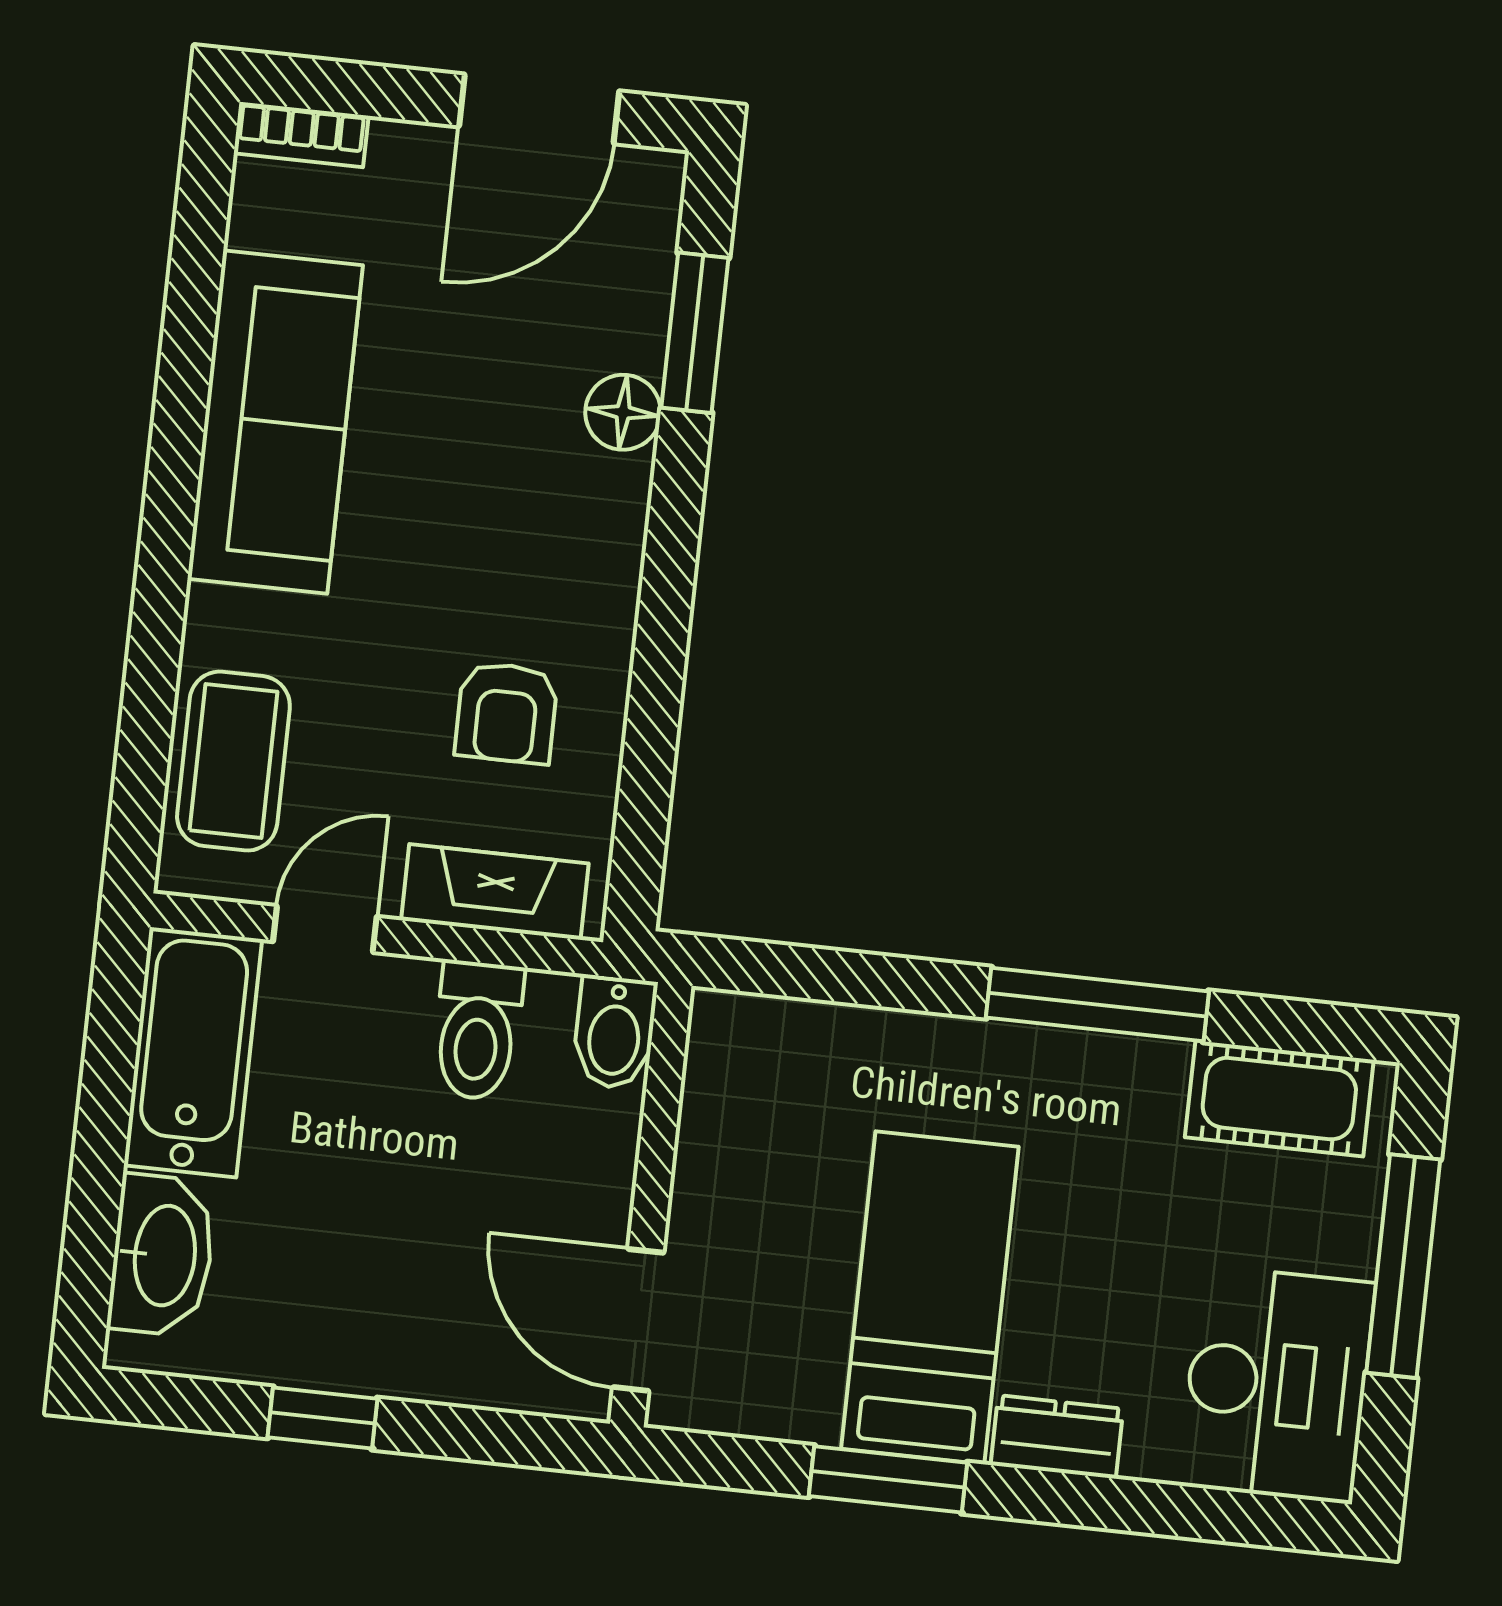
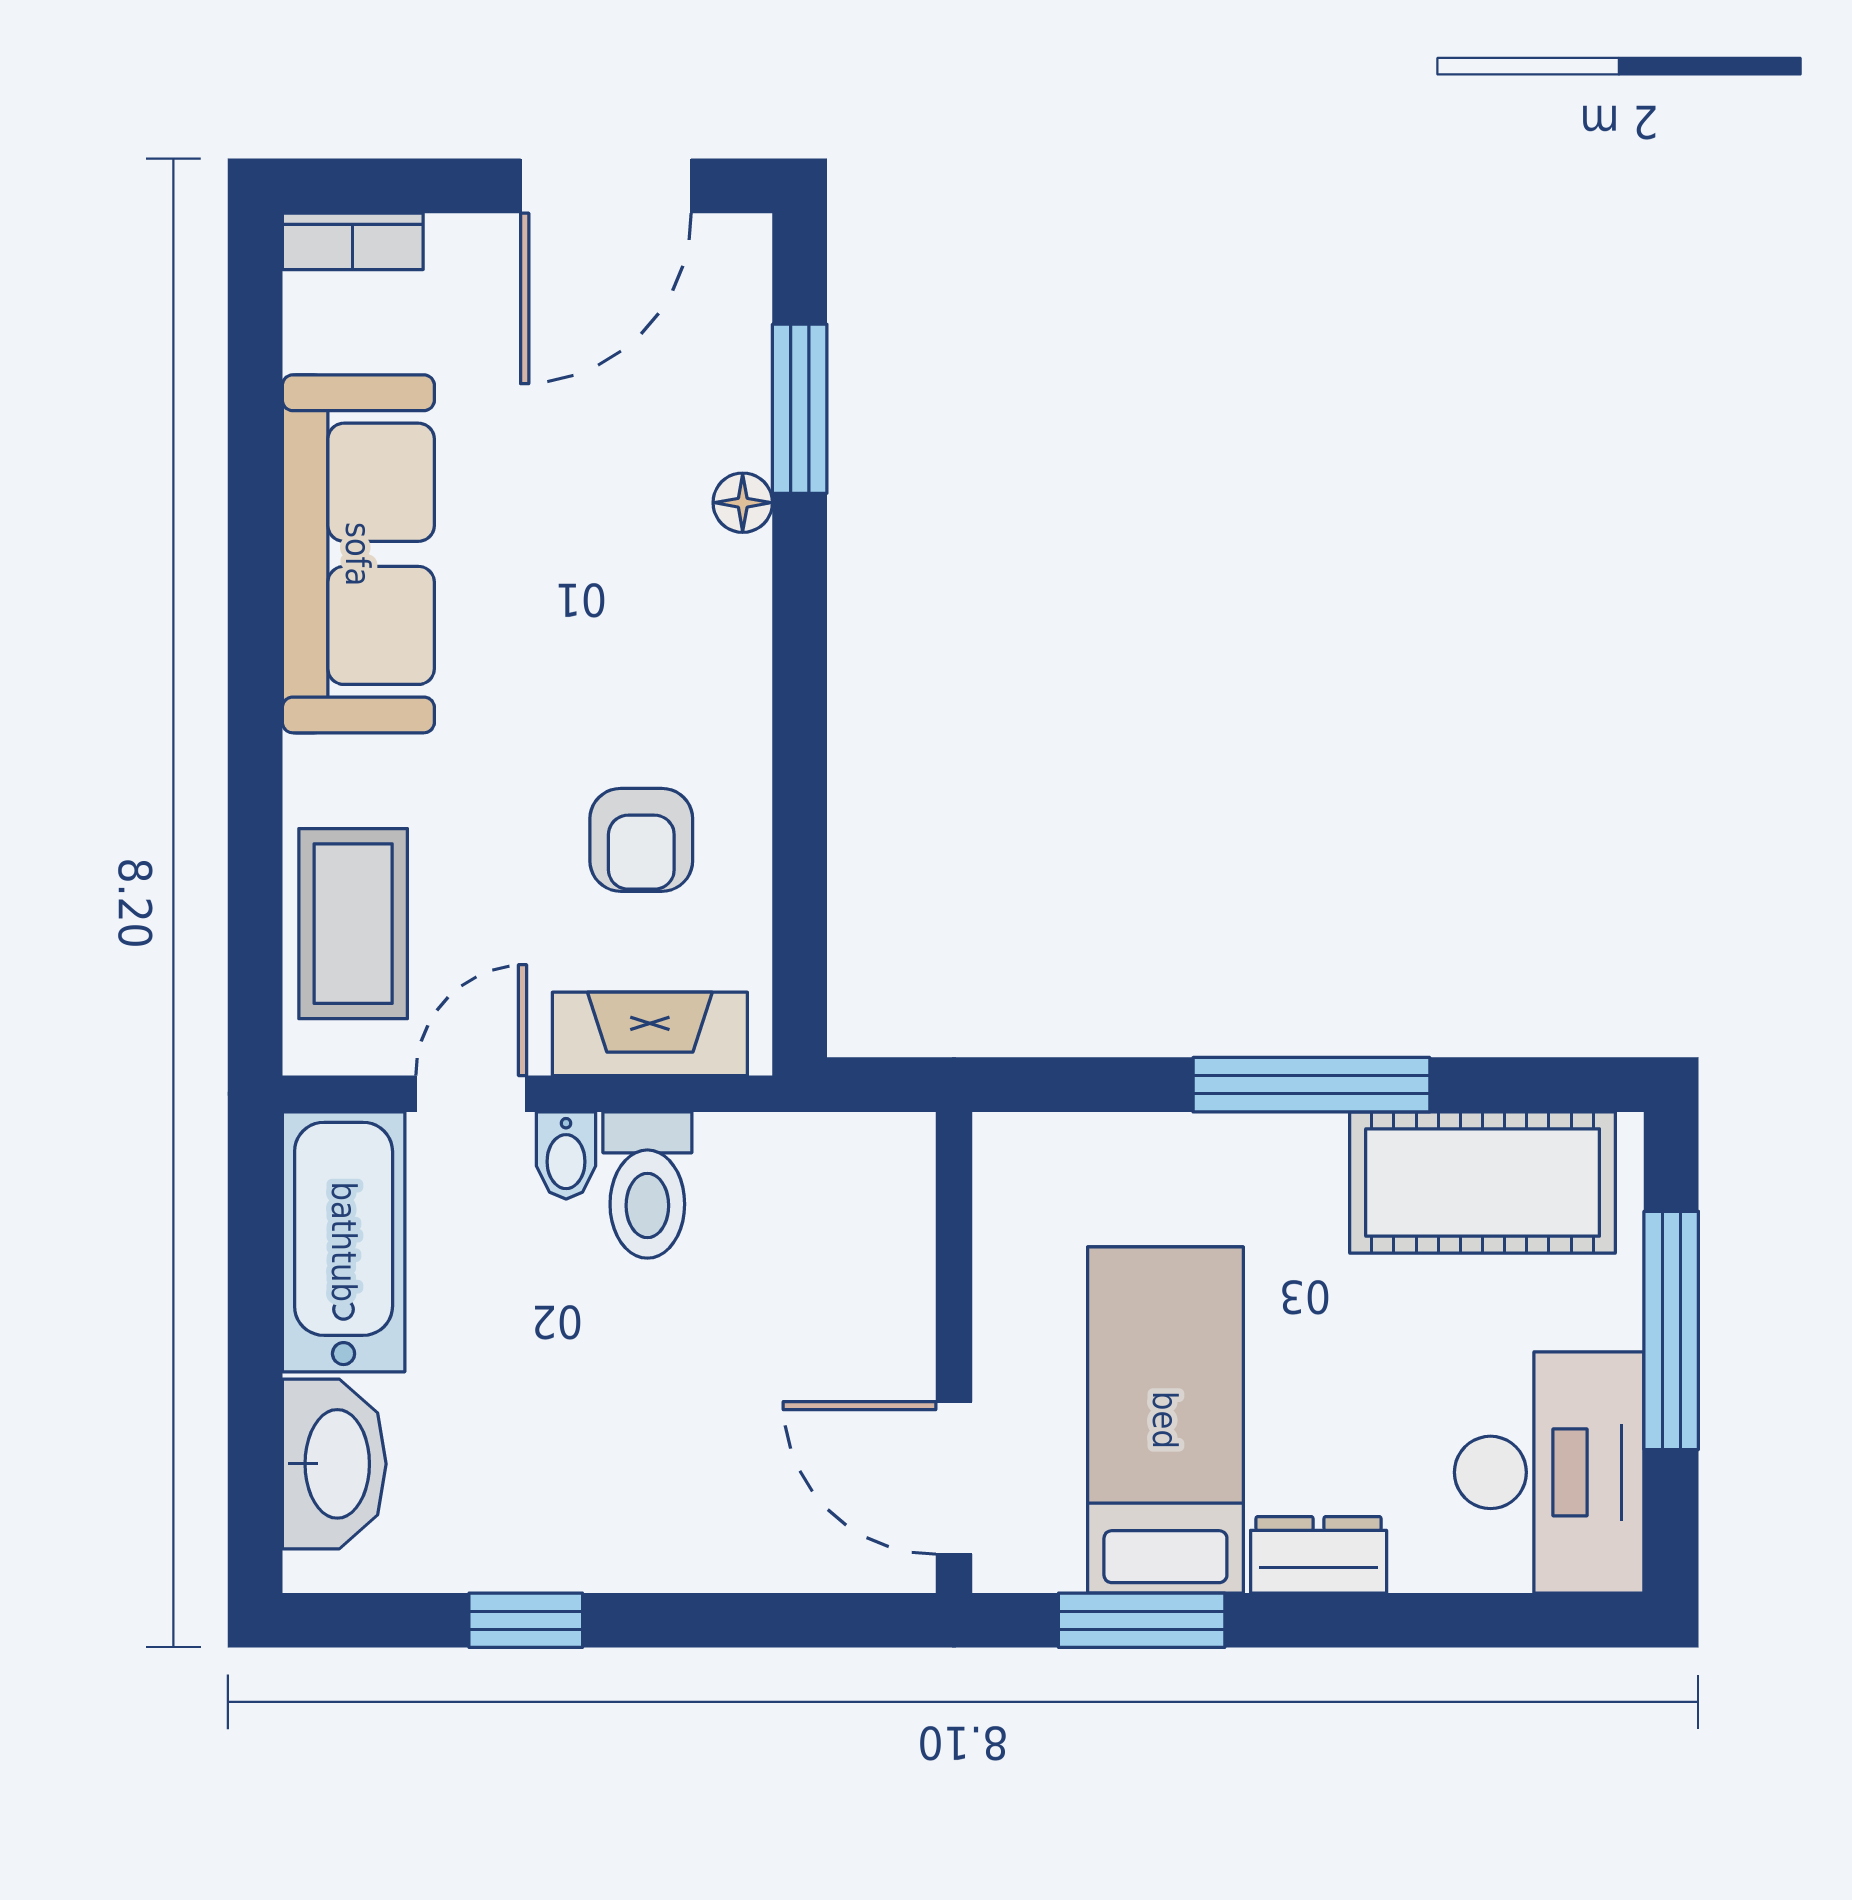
floor lamp: (623, 412) -> (743, 503), width x0.73, depth x0.73
bidet: (615, 1032) -> (566, 1155), moved, width x0.72, depth x0.74
cot: (1279, 1099) -> (1483, 1183), width x1.37, depth x1.34
wall: (651, 1205) -> (954, 1352), moved
door: (638, 1320) -> (954, 1478), moved

